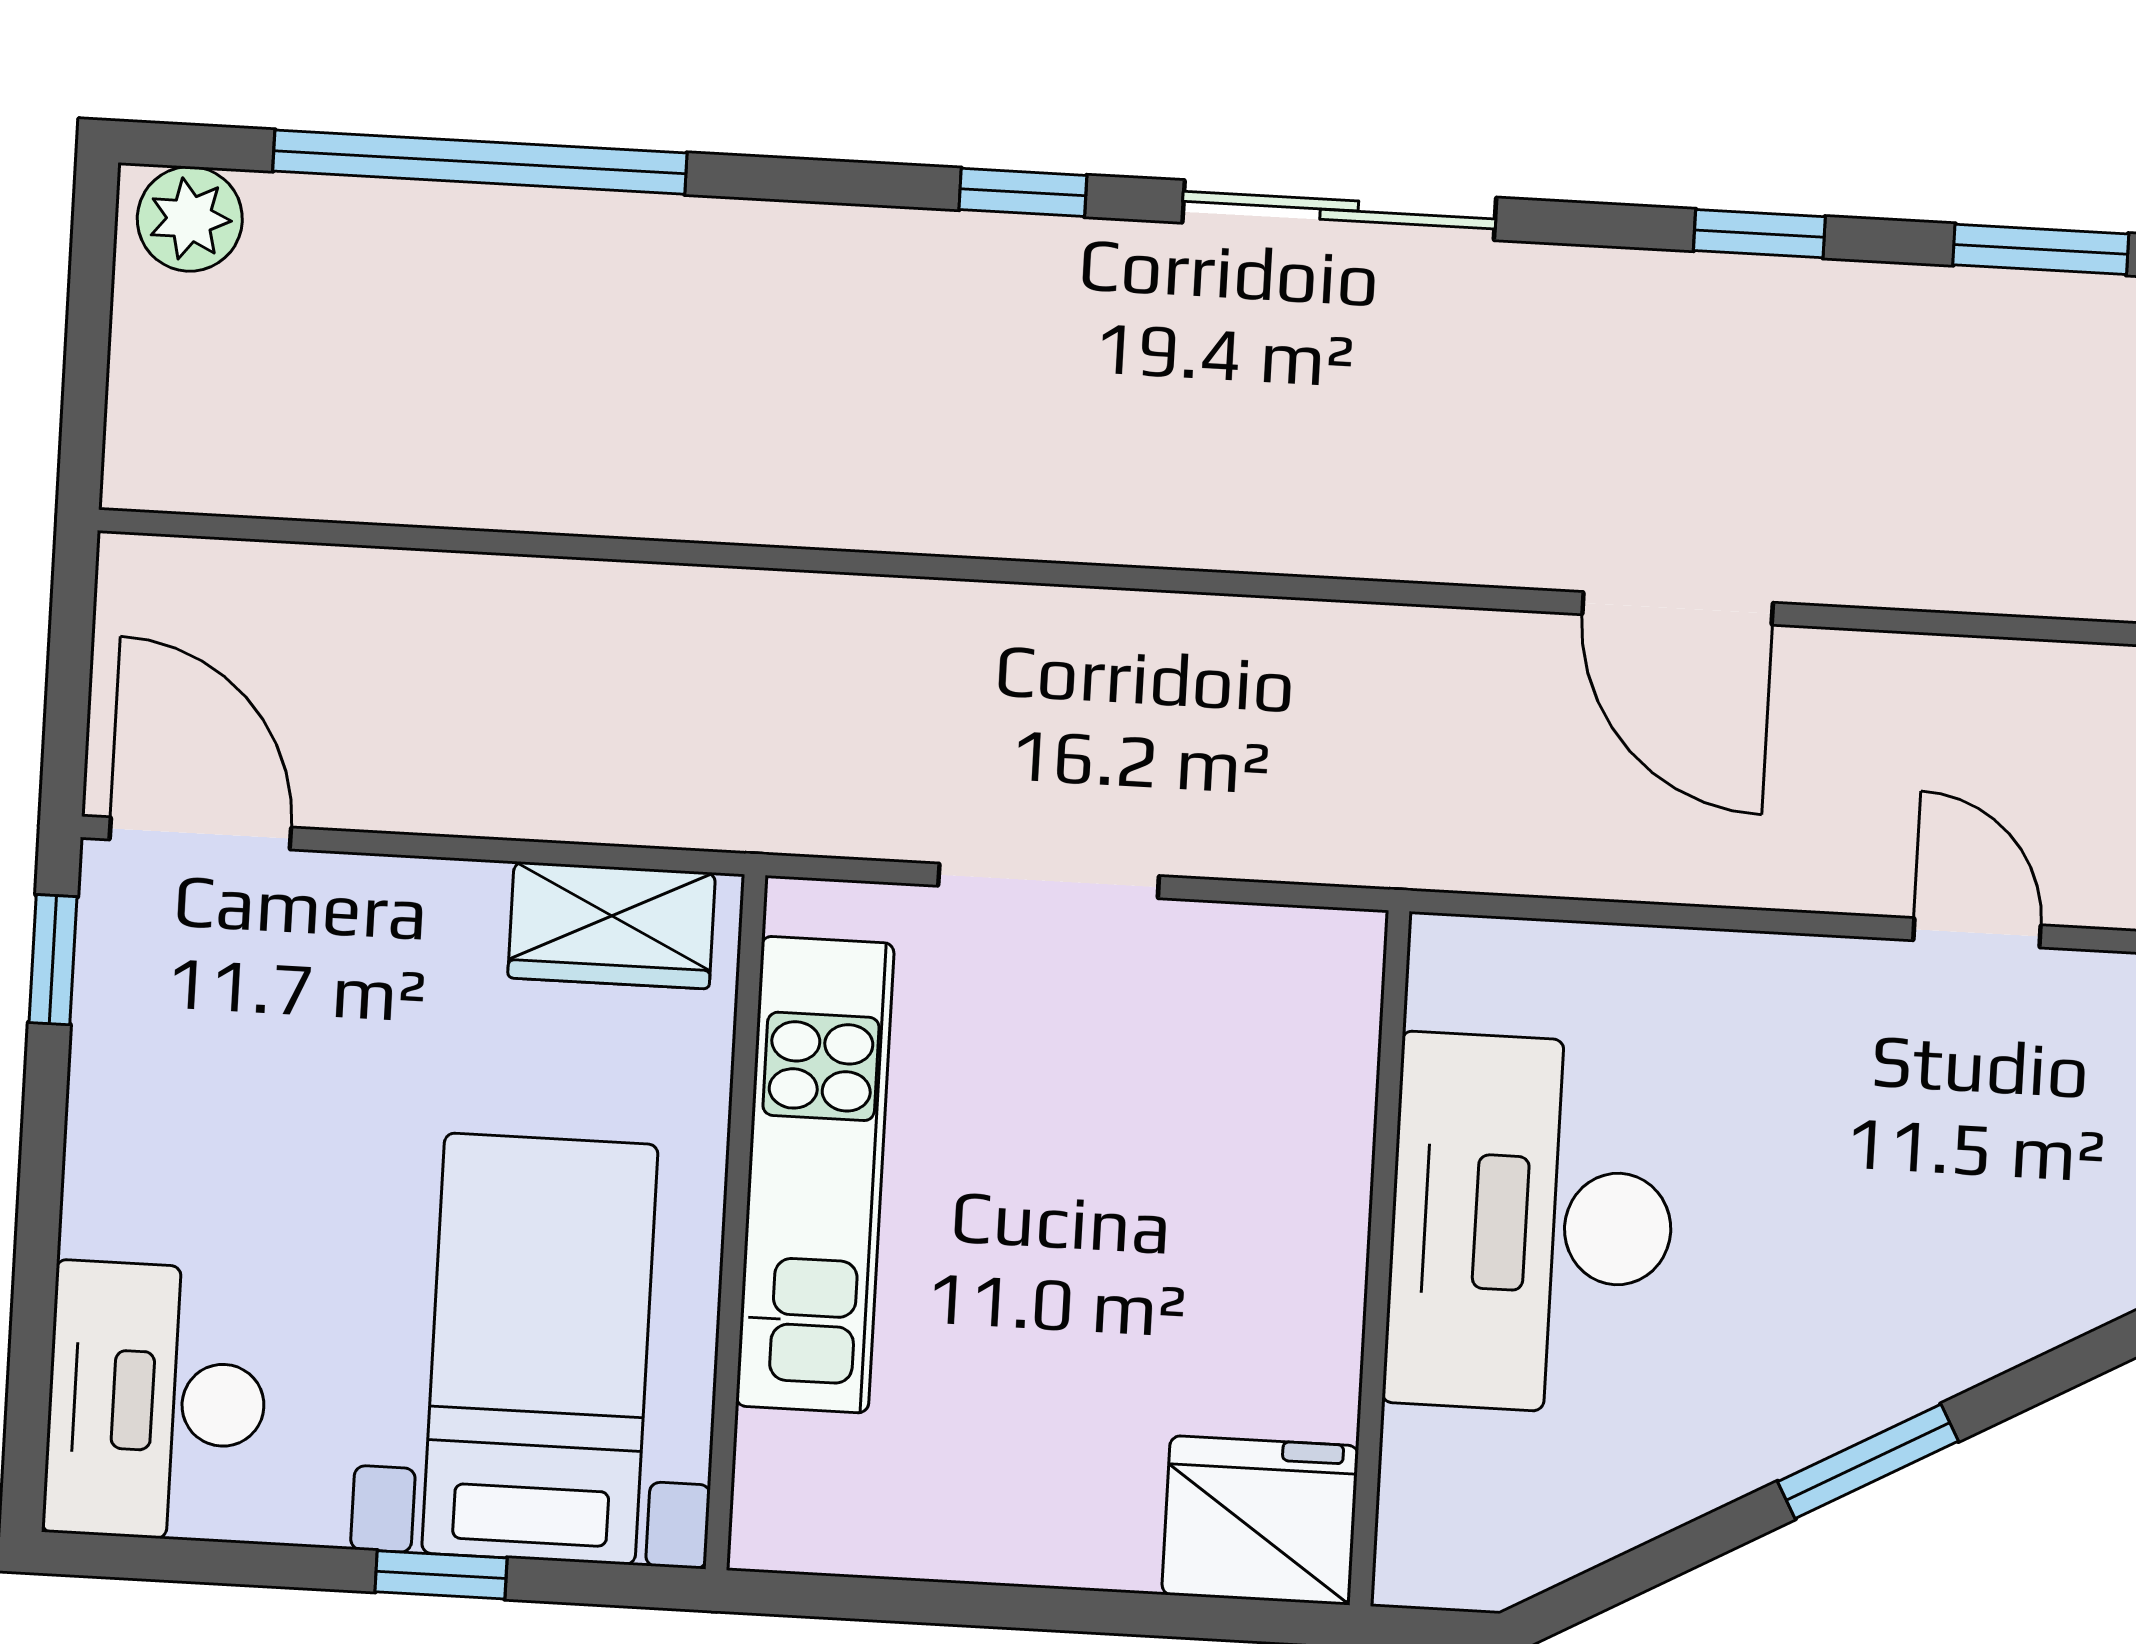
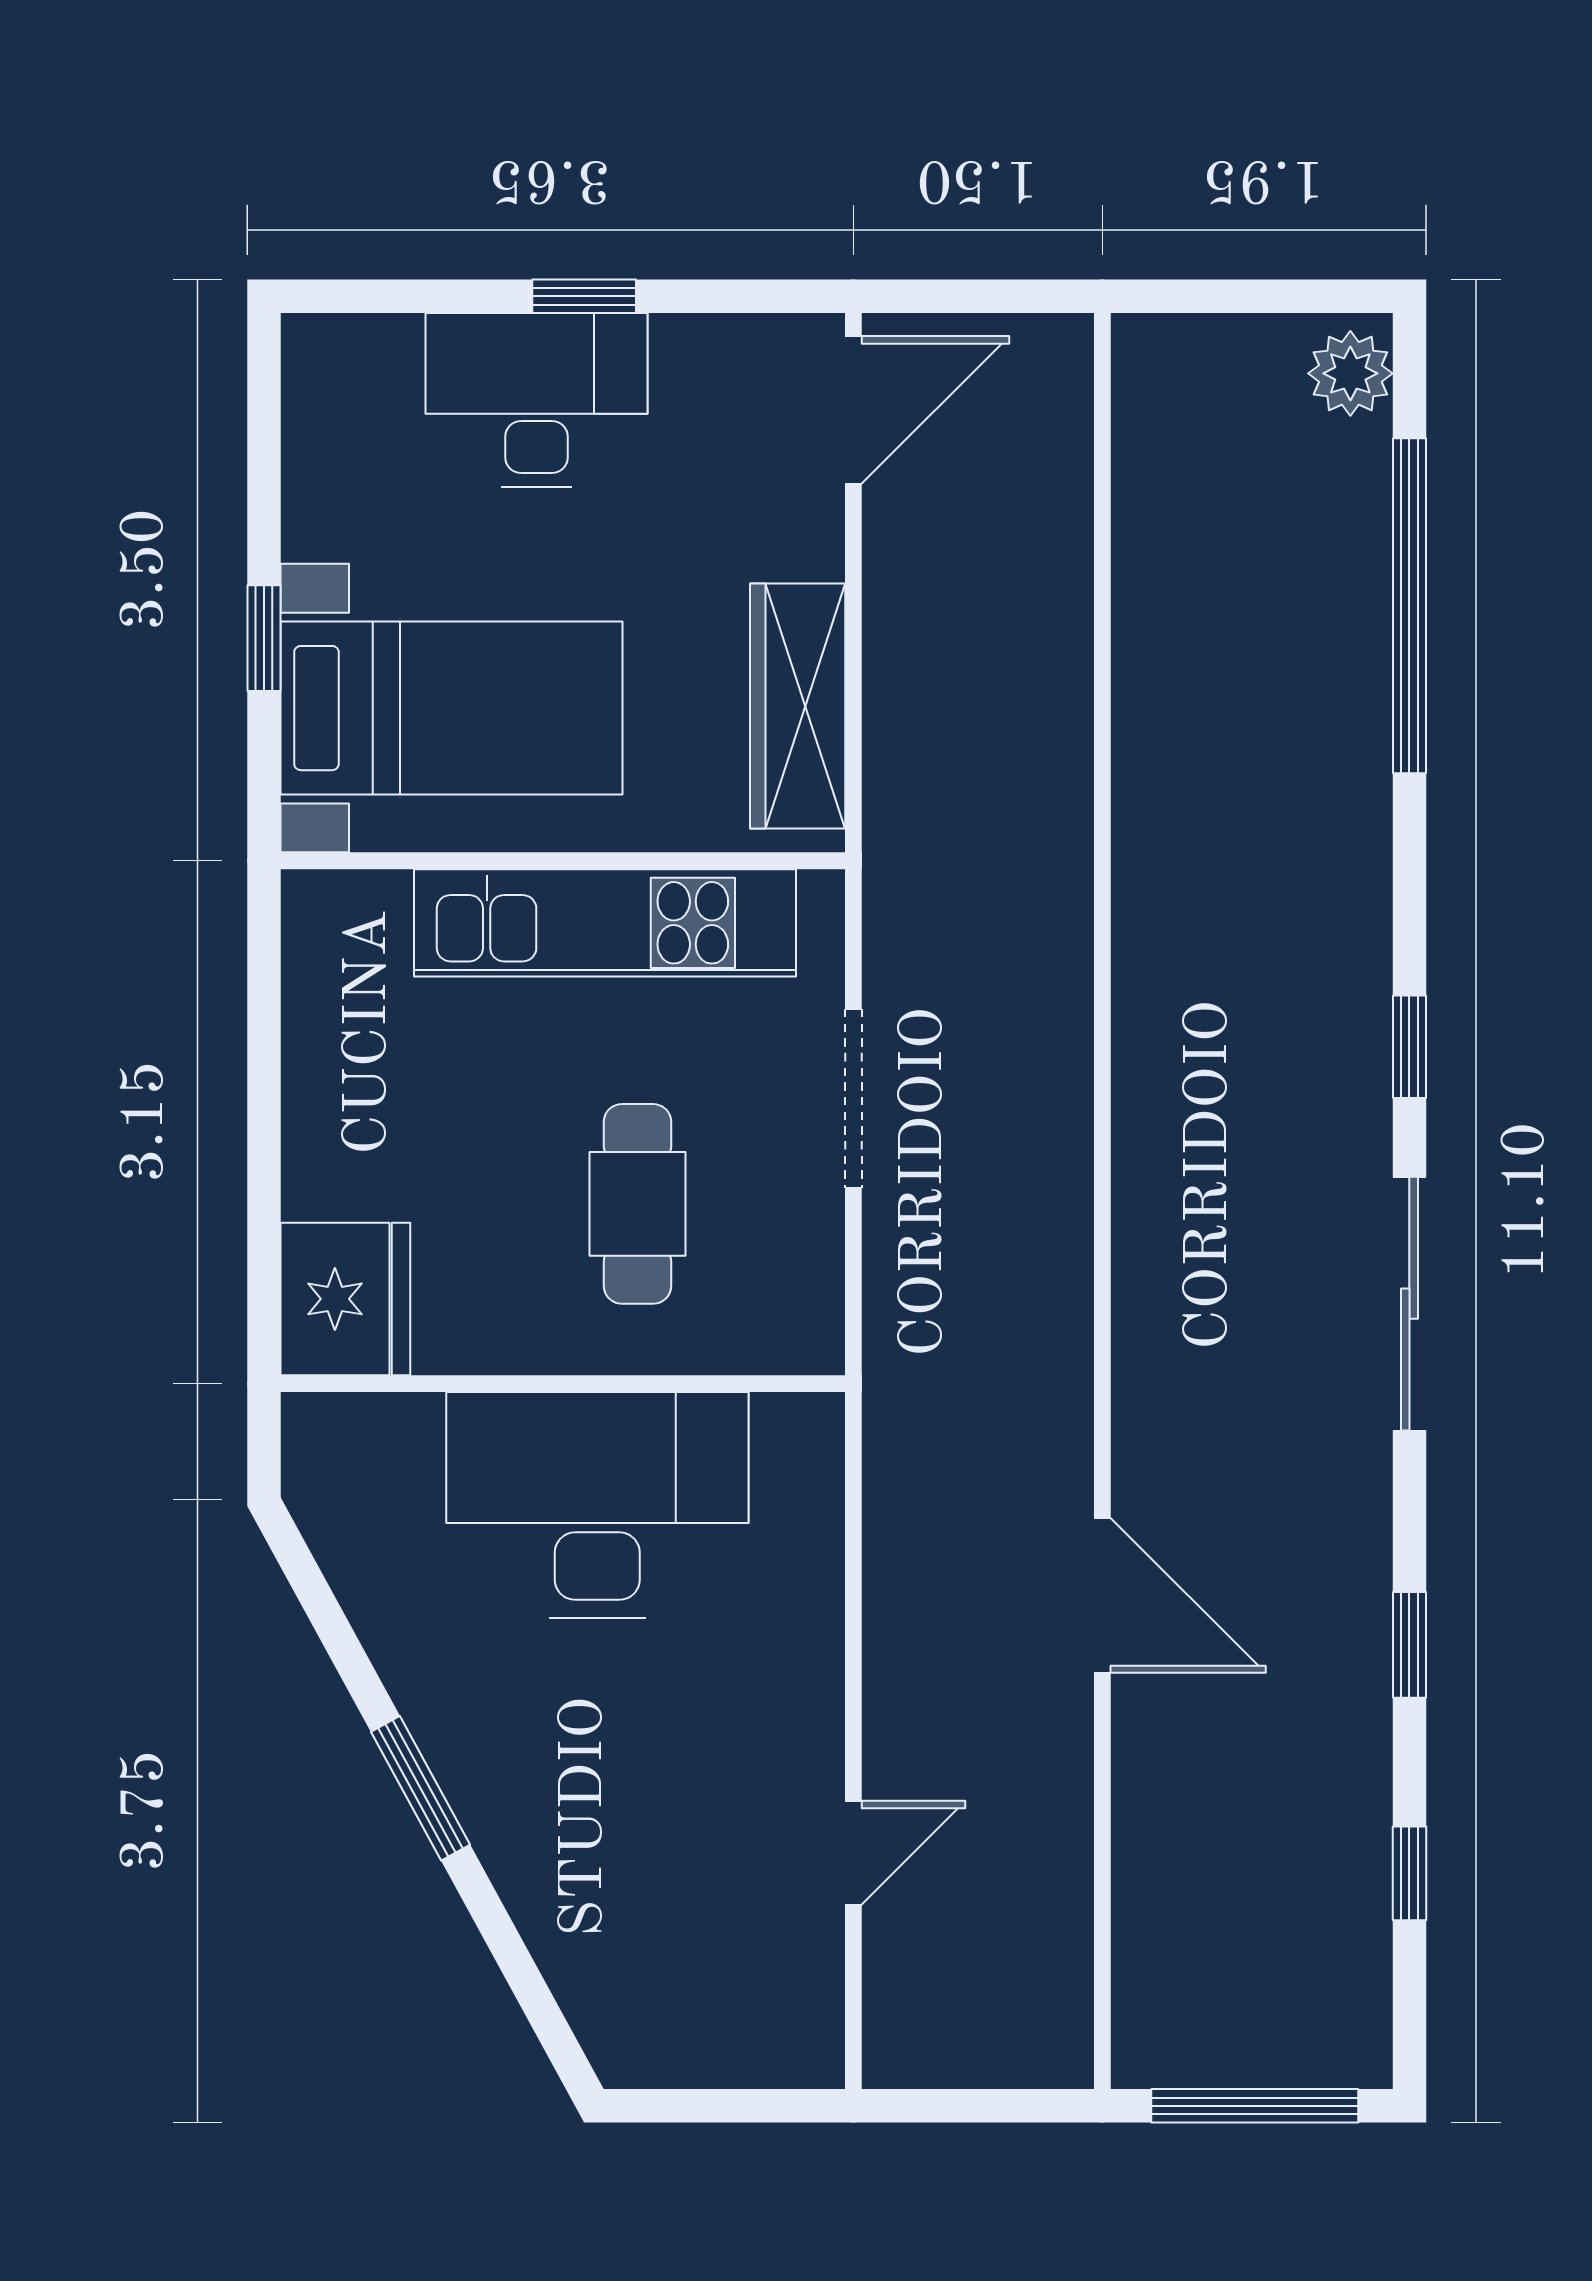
window: (2041, 249) -> (1409, 1873), width x0.67
door: (1678, 608) -> (1102, 1596), swing flipped
wardrobe: (612, 925) -> (798, 706), width x1.50
window: (53, 960) -> (584, 296), moved
cafe table: (1163, 1154) -> (638, 1204), added
desk: (156, 1402) -> (536, 400), moved

